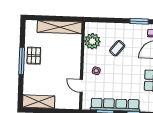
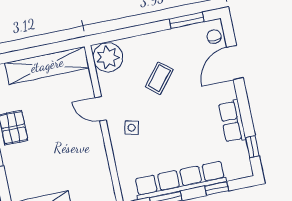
plant: (92, 41) -> (108, 57), moved
door: (81, 86) -> (101, 109), moved

